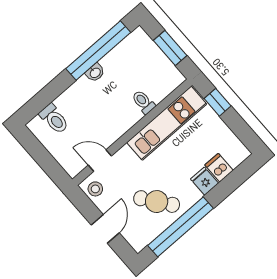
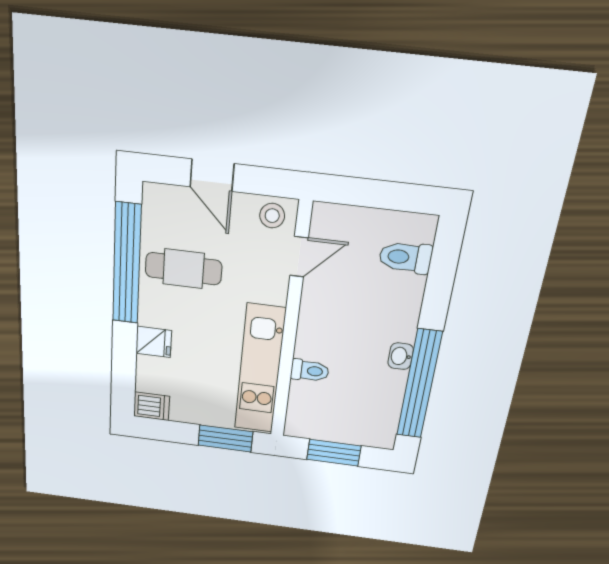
window: (217, 102) -> (225, 438), width x1.50
dishwasher: (219, 168) -> (152, 406), moved
cafe table: (157, 202) -> (184, 269), turned 37

